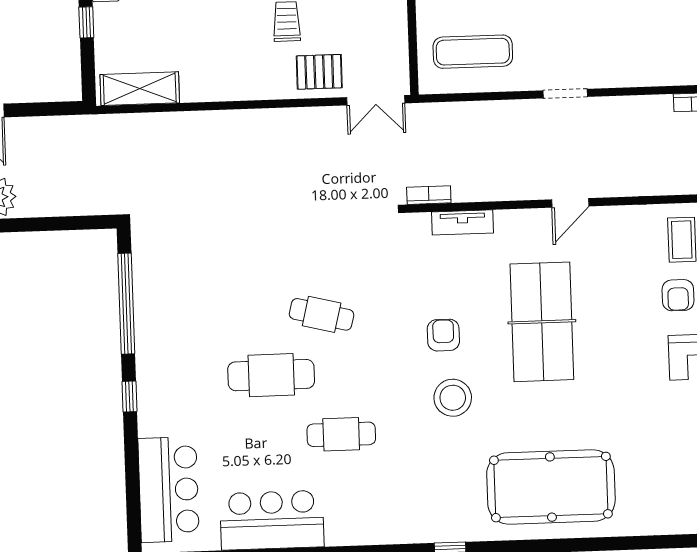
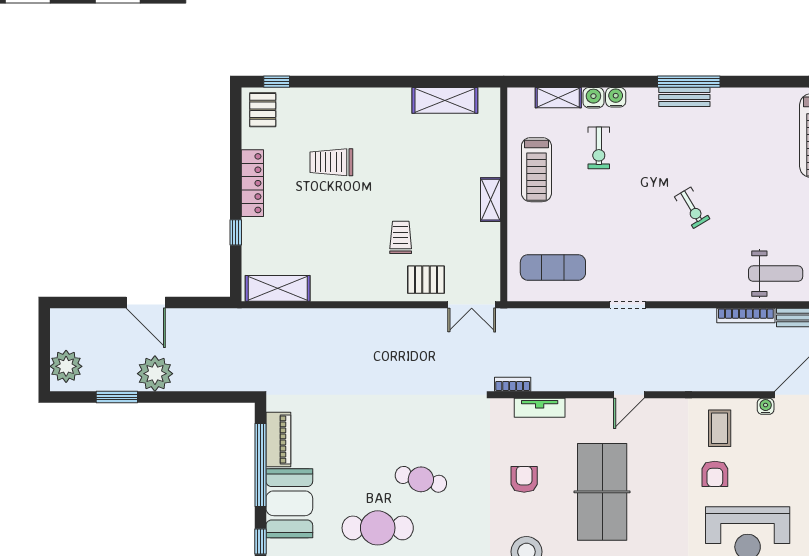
piano: (147, 272) -> (278, 439), added
armchair: (443, 335) -> (524, 479), moved
booth: (163, 349) -> (289, 503), added

